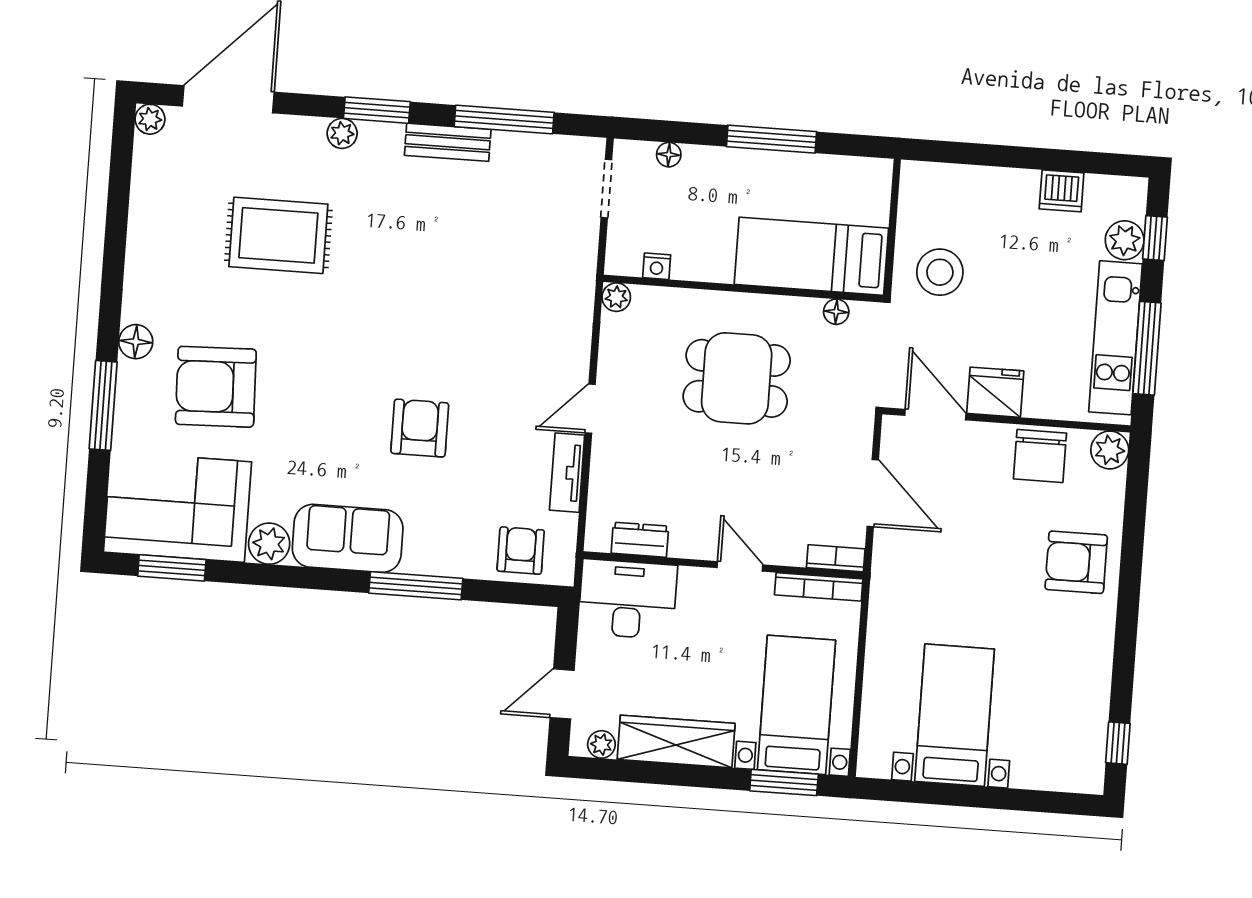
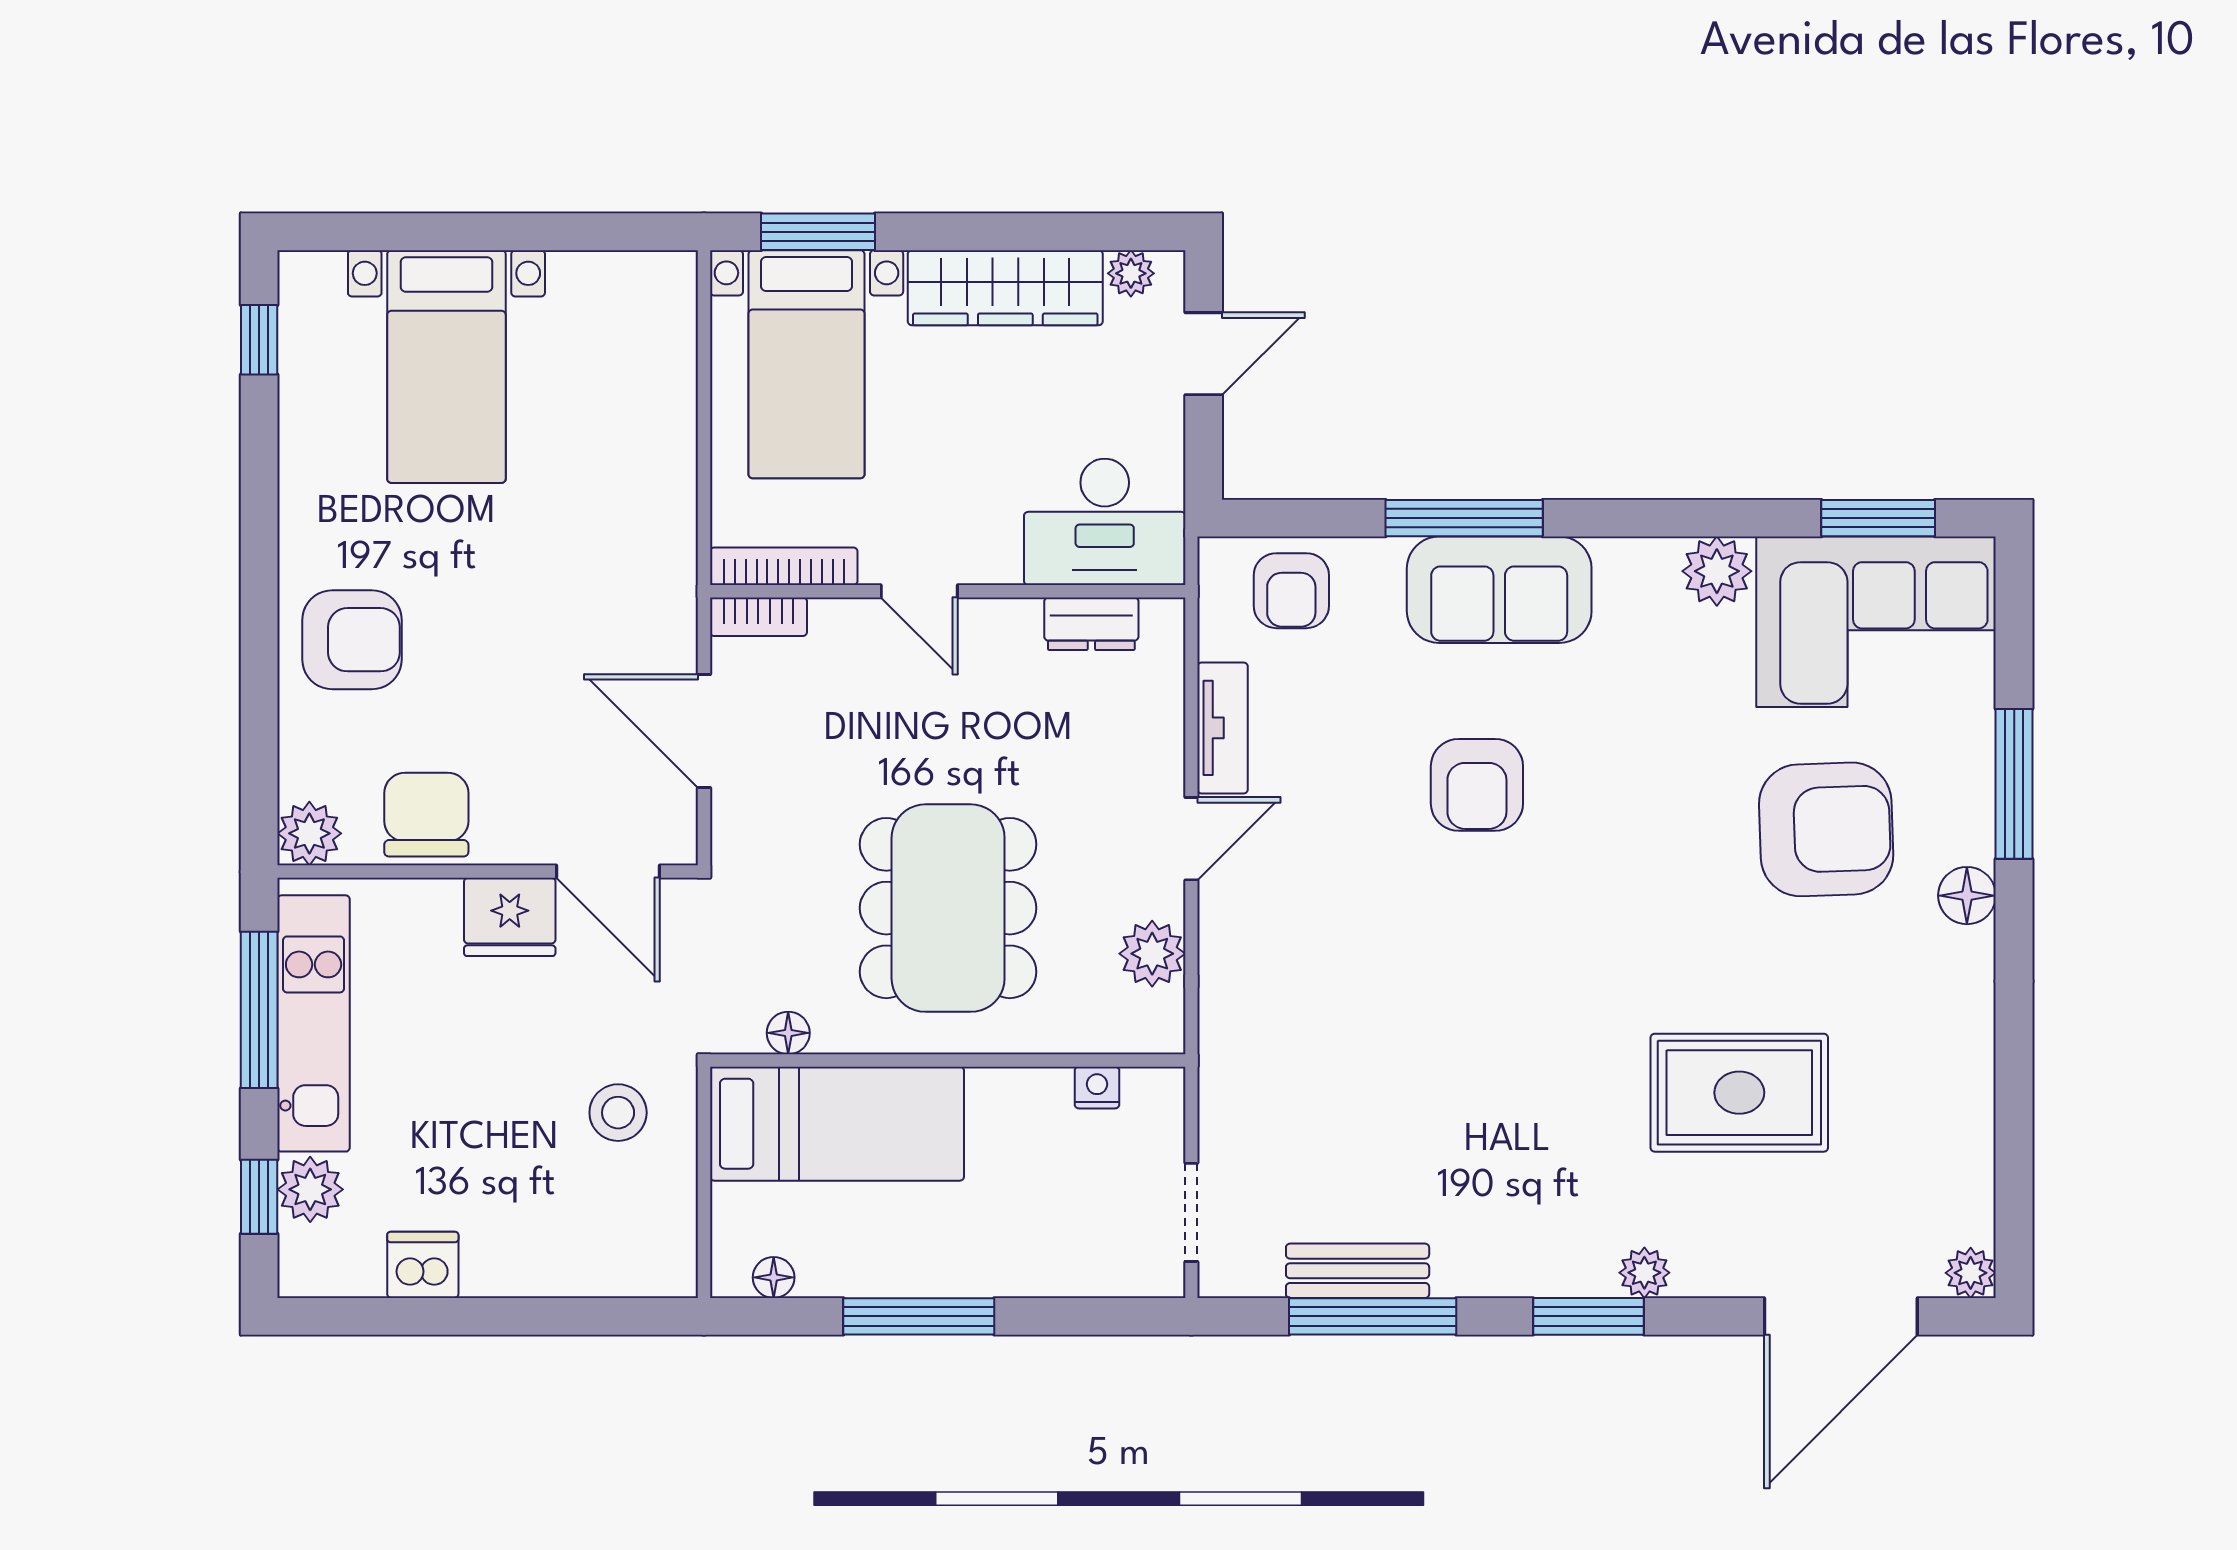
bench: (448, 142) -> (1358, 1271), moved
floor lamp: (669, 155) -> (774, 1277), moved
stool: (940, 272) -> (618, 1113), width x0.73, depth x0.73
plant: (616, 297) -> (1152, 954), moved, width x1.38, depth x1.38
dining table: (737, 378) -> (948, 908), width x1.38
sofa: (348, 538) -> (1499, 590), moved
bed with nightstands: (955, 715) -> (446, 367), moved

